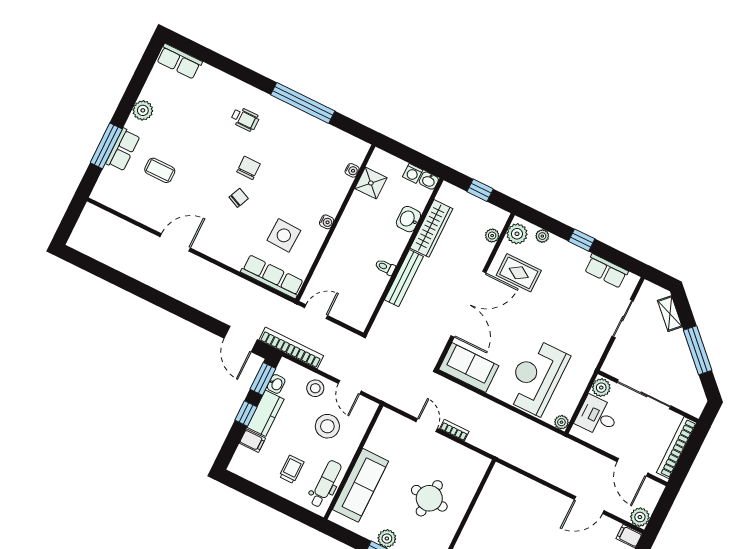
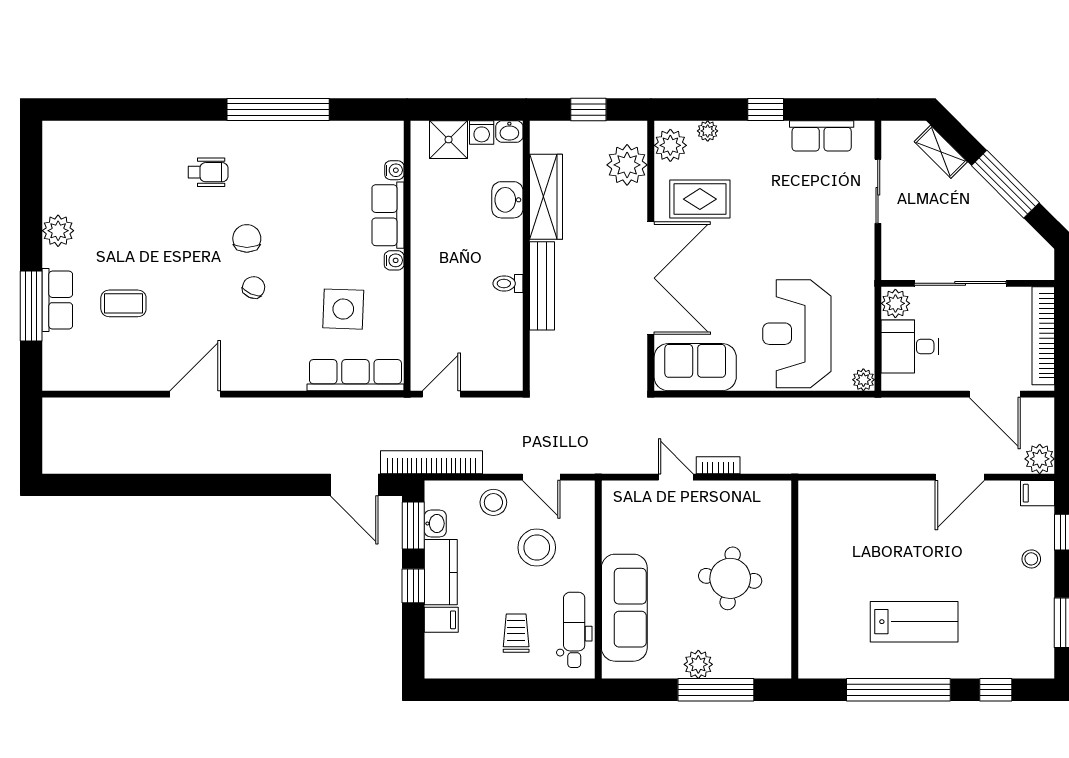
row of seats: (179, 61) -> (388, 215), moved, turned 90
shower: (371, 183) -> (449, 140), moved
plant: (492, 236) -> (627, 165), width x1.88, depth x1.88

